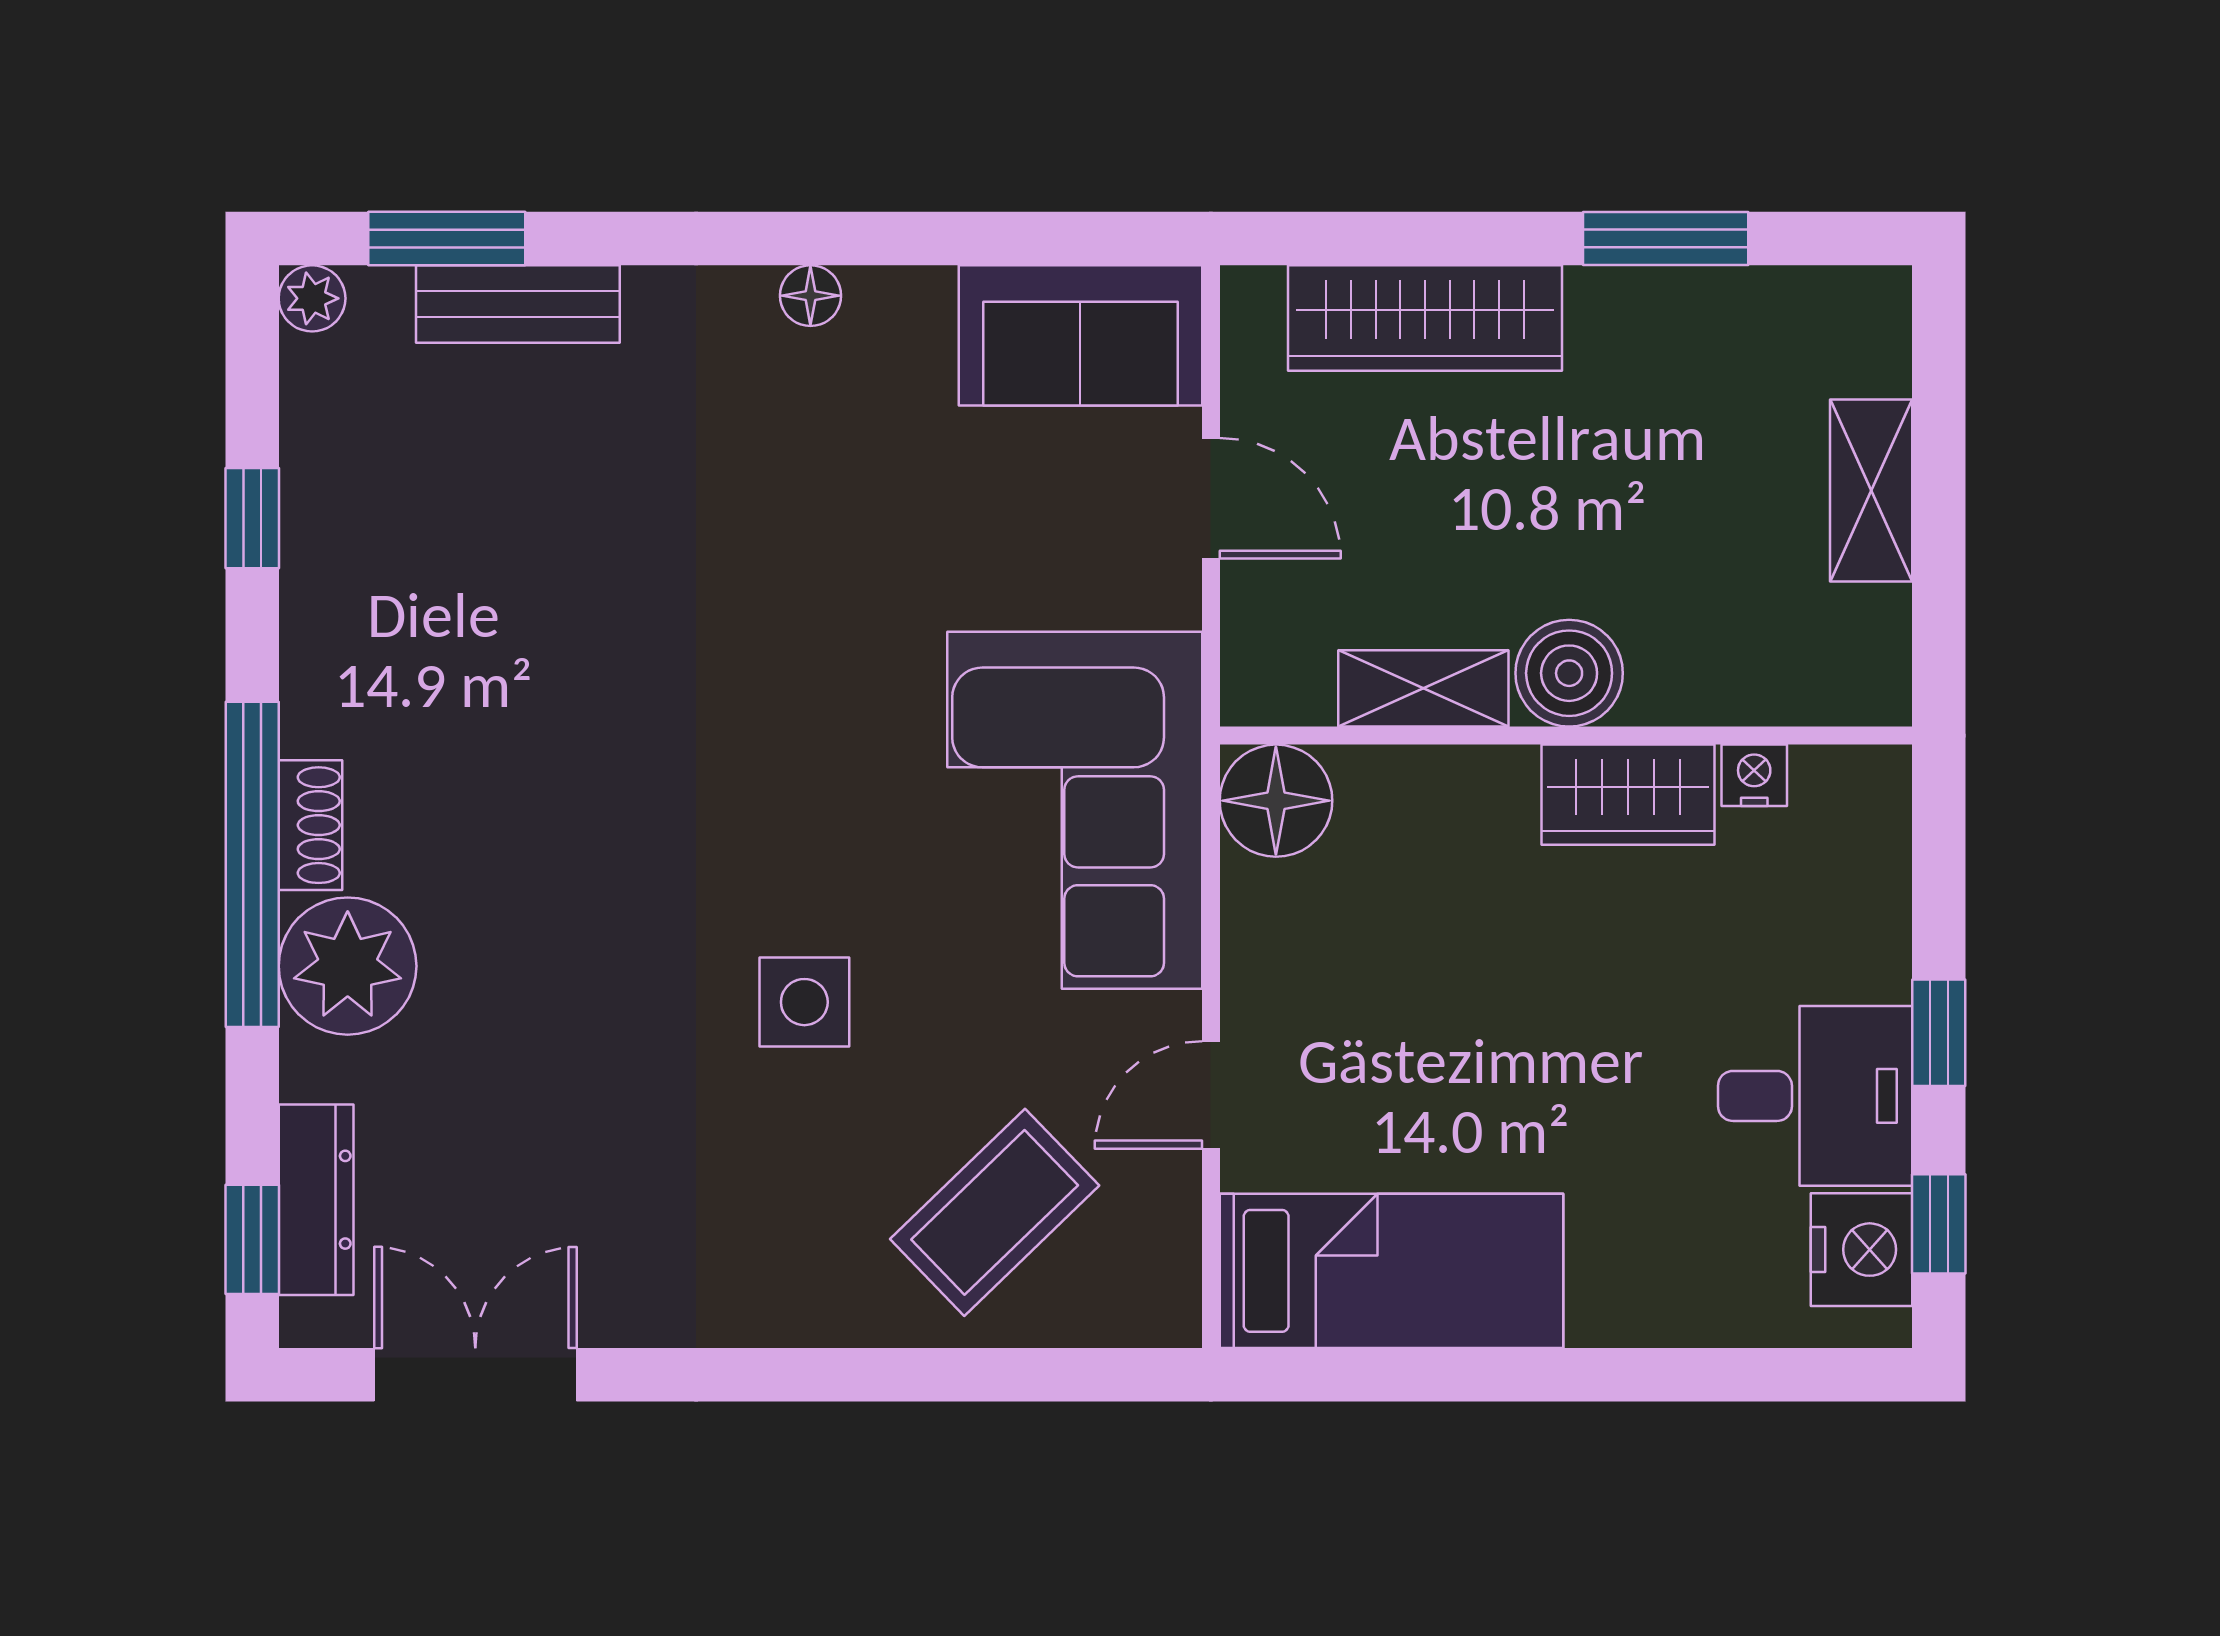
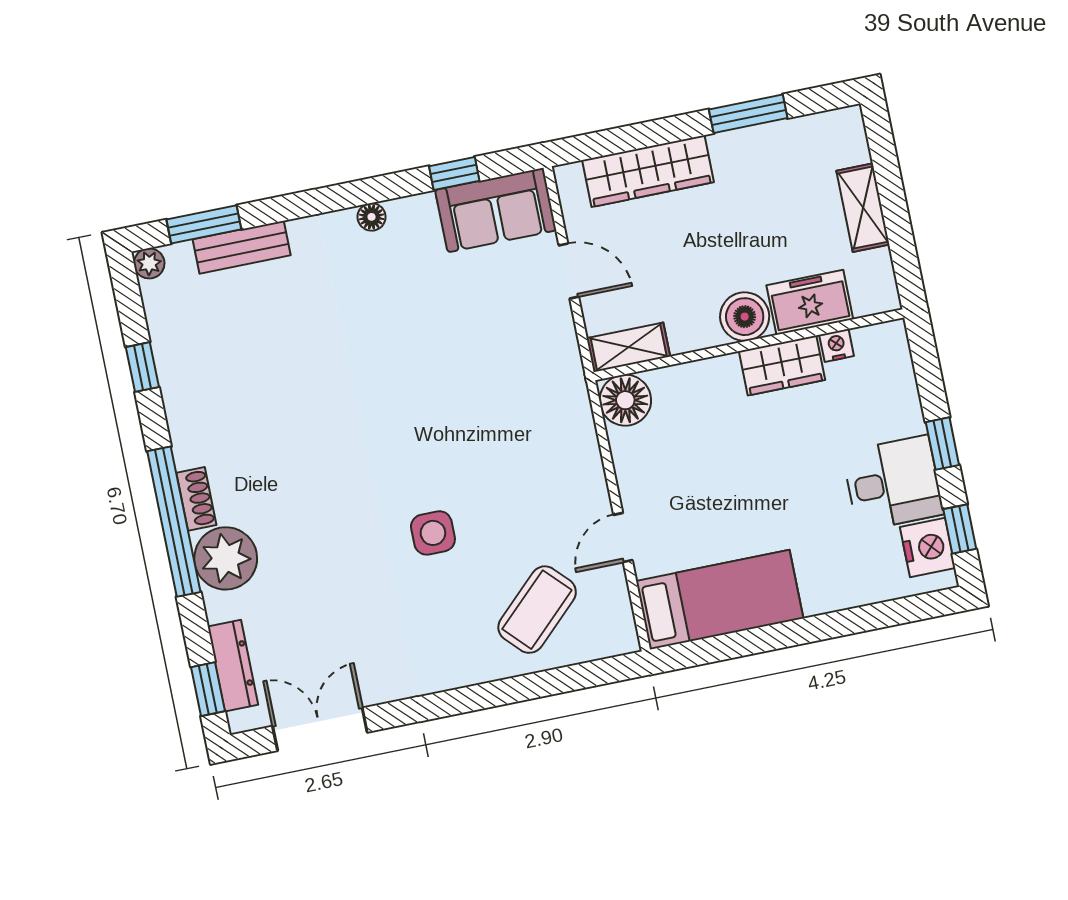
window: (1007, 239) -> (454, 173), added
freezer: (1715, 671) -> (810, 302), added
shelving: (1423, 688) -> (629, 347), moved
corner sofa: (1075, 810) -> (536, 423), removed

